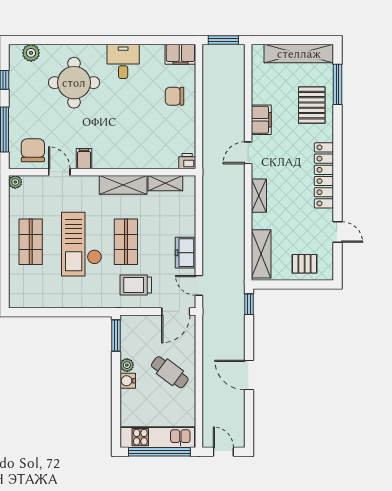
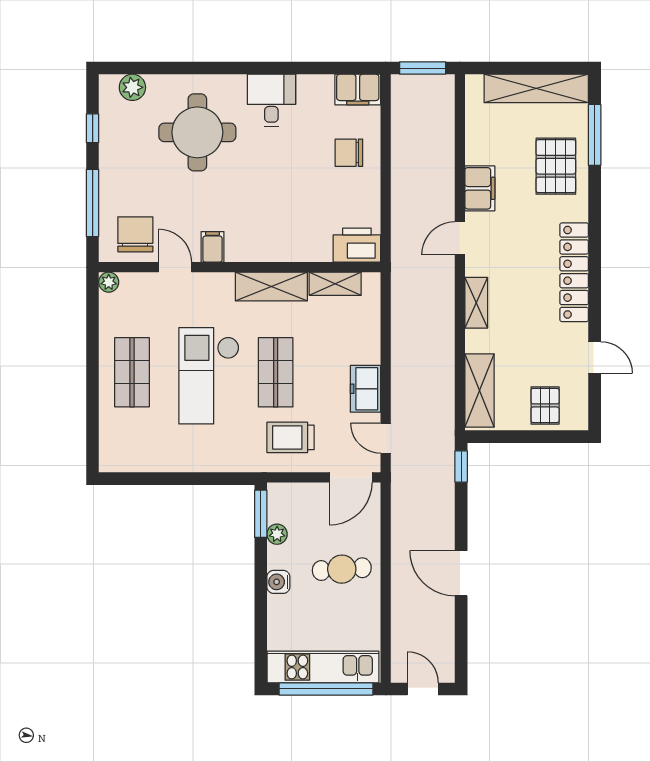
printer: (187, 161) -> (357, 245), width x1.87, depth x1.48
pallet: (305, 264) -> (545, 405), turned 90
plant: (127, 365) -> (277, 534), moved
cafe table: (170, 372) -> (342, 569), turned -41

